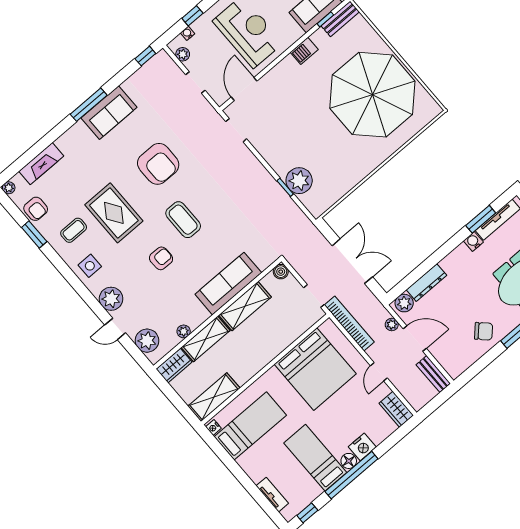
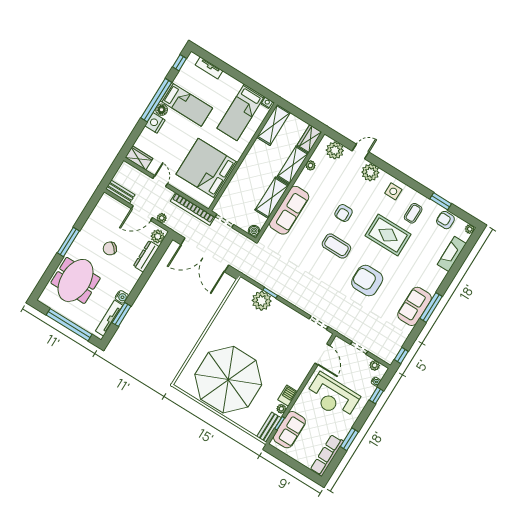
plant: (317, 37) -> (281, 409), added
double door: (352, 261) -> (205, 255), width x1.36
chair: (484, 331) -> (110, 248), moved

